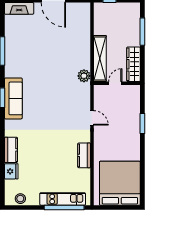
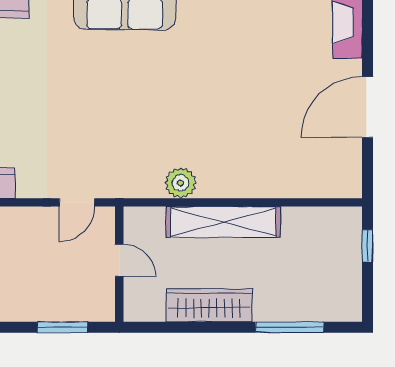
door: (115, 83) -> (119, 260), moved
wall: (117, 83) -> (119, 264), moved

